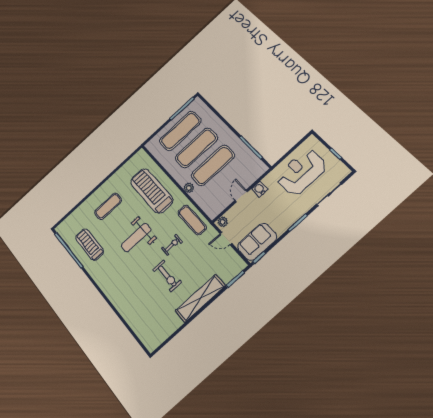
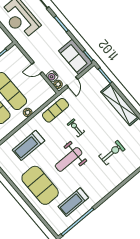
water cooler: (260, 189) -> (52, 76), moved
treadmill: (152, 191) -> (28, 145), width x0.73, depth x0.73
exercise mat: (108, 206) -> (40, 185), width x2.00, depth x1.45
weight bench: (136, 238) -> (69, 159), turned 90
exercise bike: (167, 276) -> (112, 153), moved

